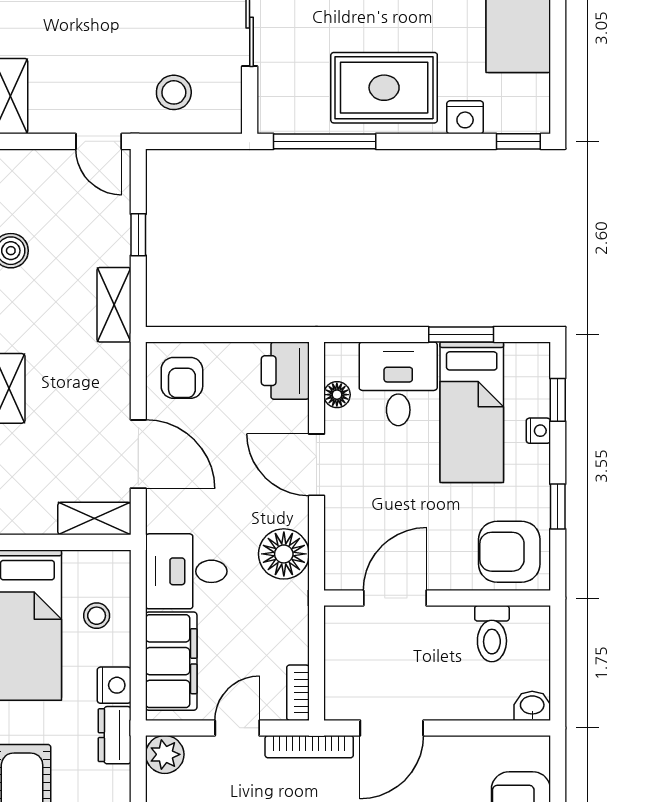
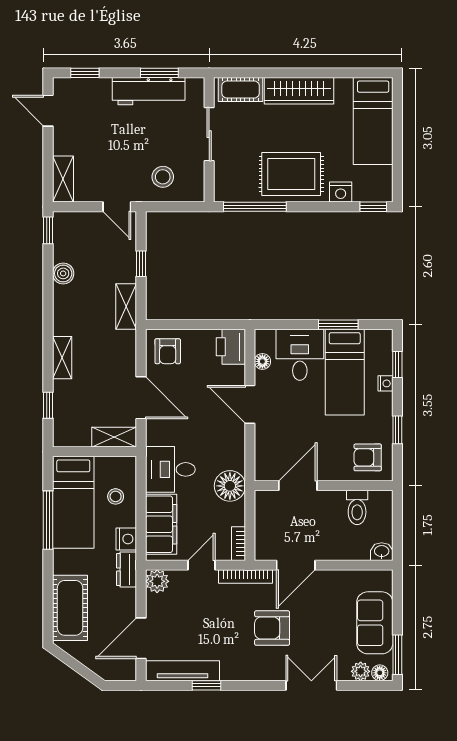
armchair: (509, 552) -> (368, 457), width x0.72, depth x0.72
floor lamp: (284, 554) -> (230, 486), moved

